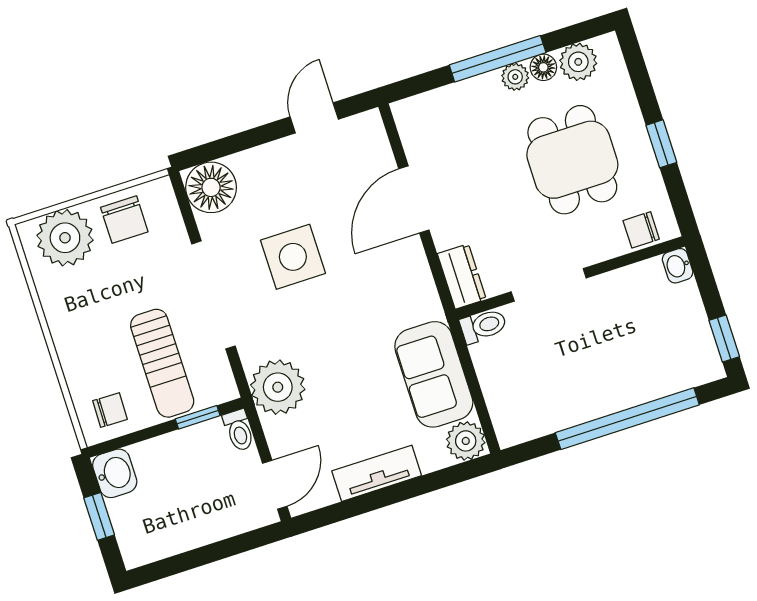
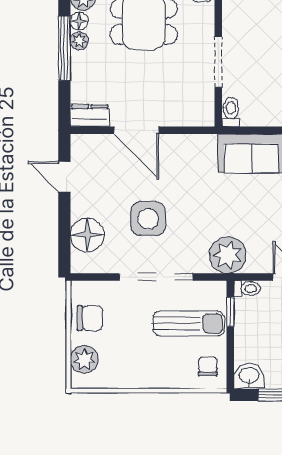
floor lamp: (211, 187) -> (87, 235), moved
plant: (65, 238) -> (84, 360), width x0.73, depth x0.73
dresser: (462, 276) -> (90, 116), moved

